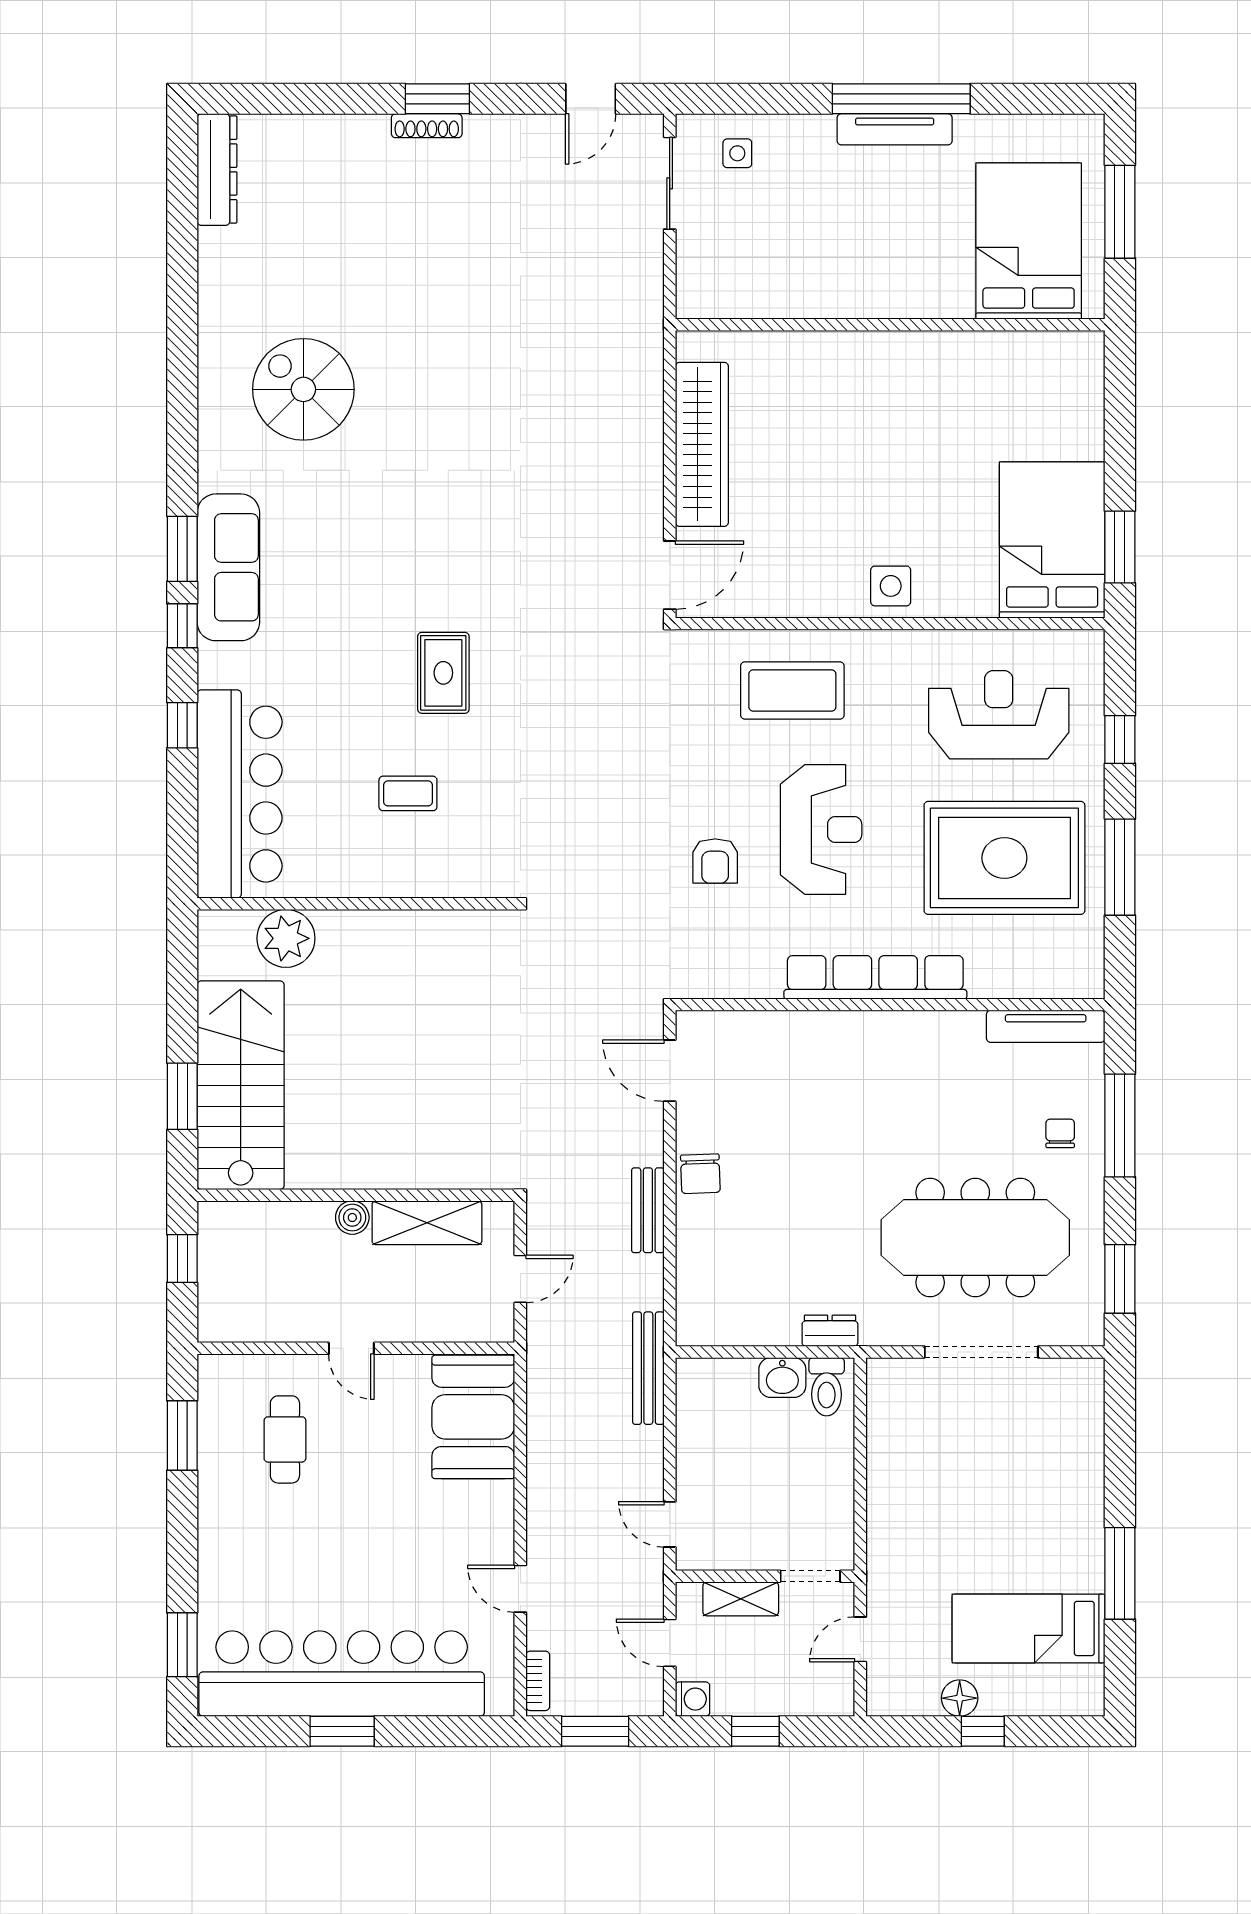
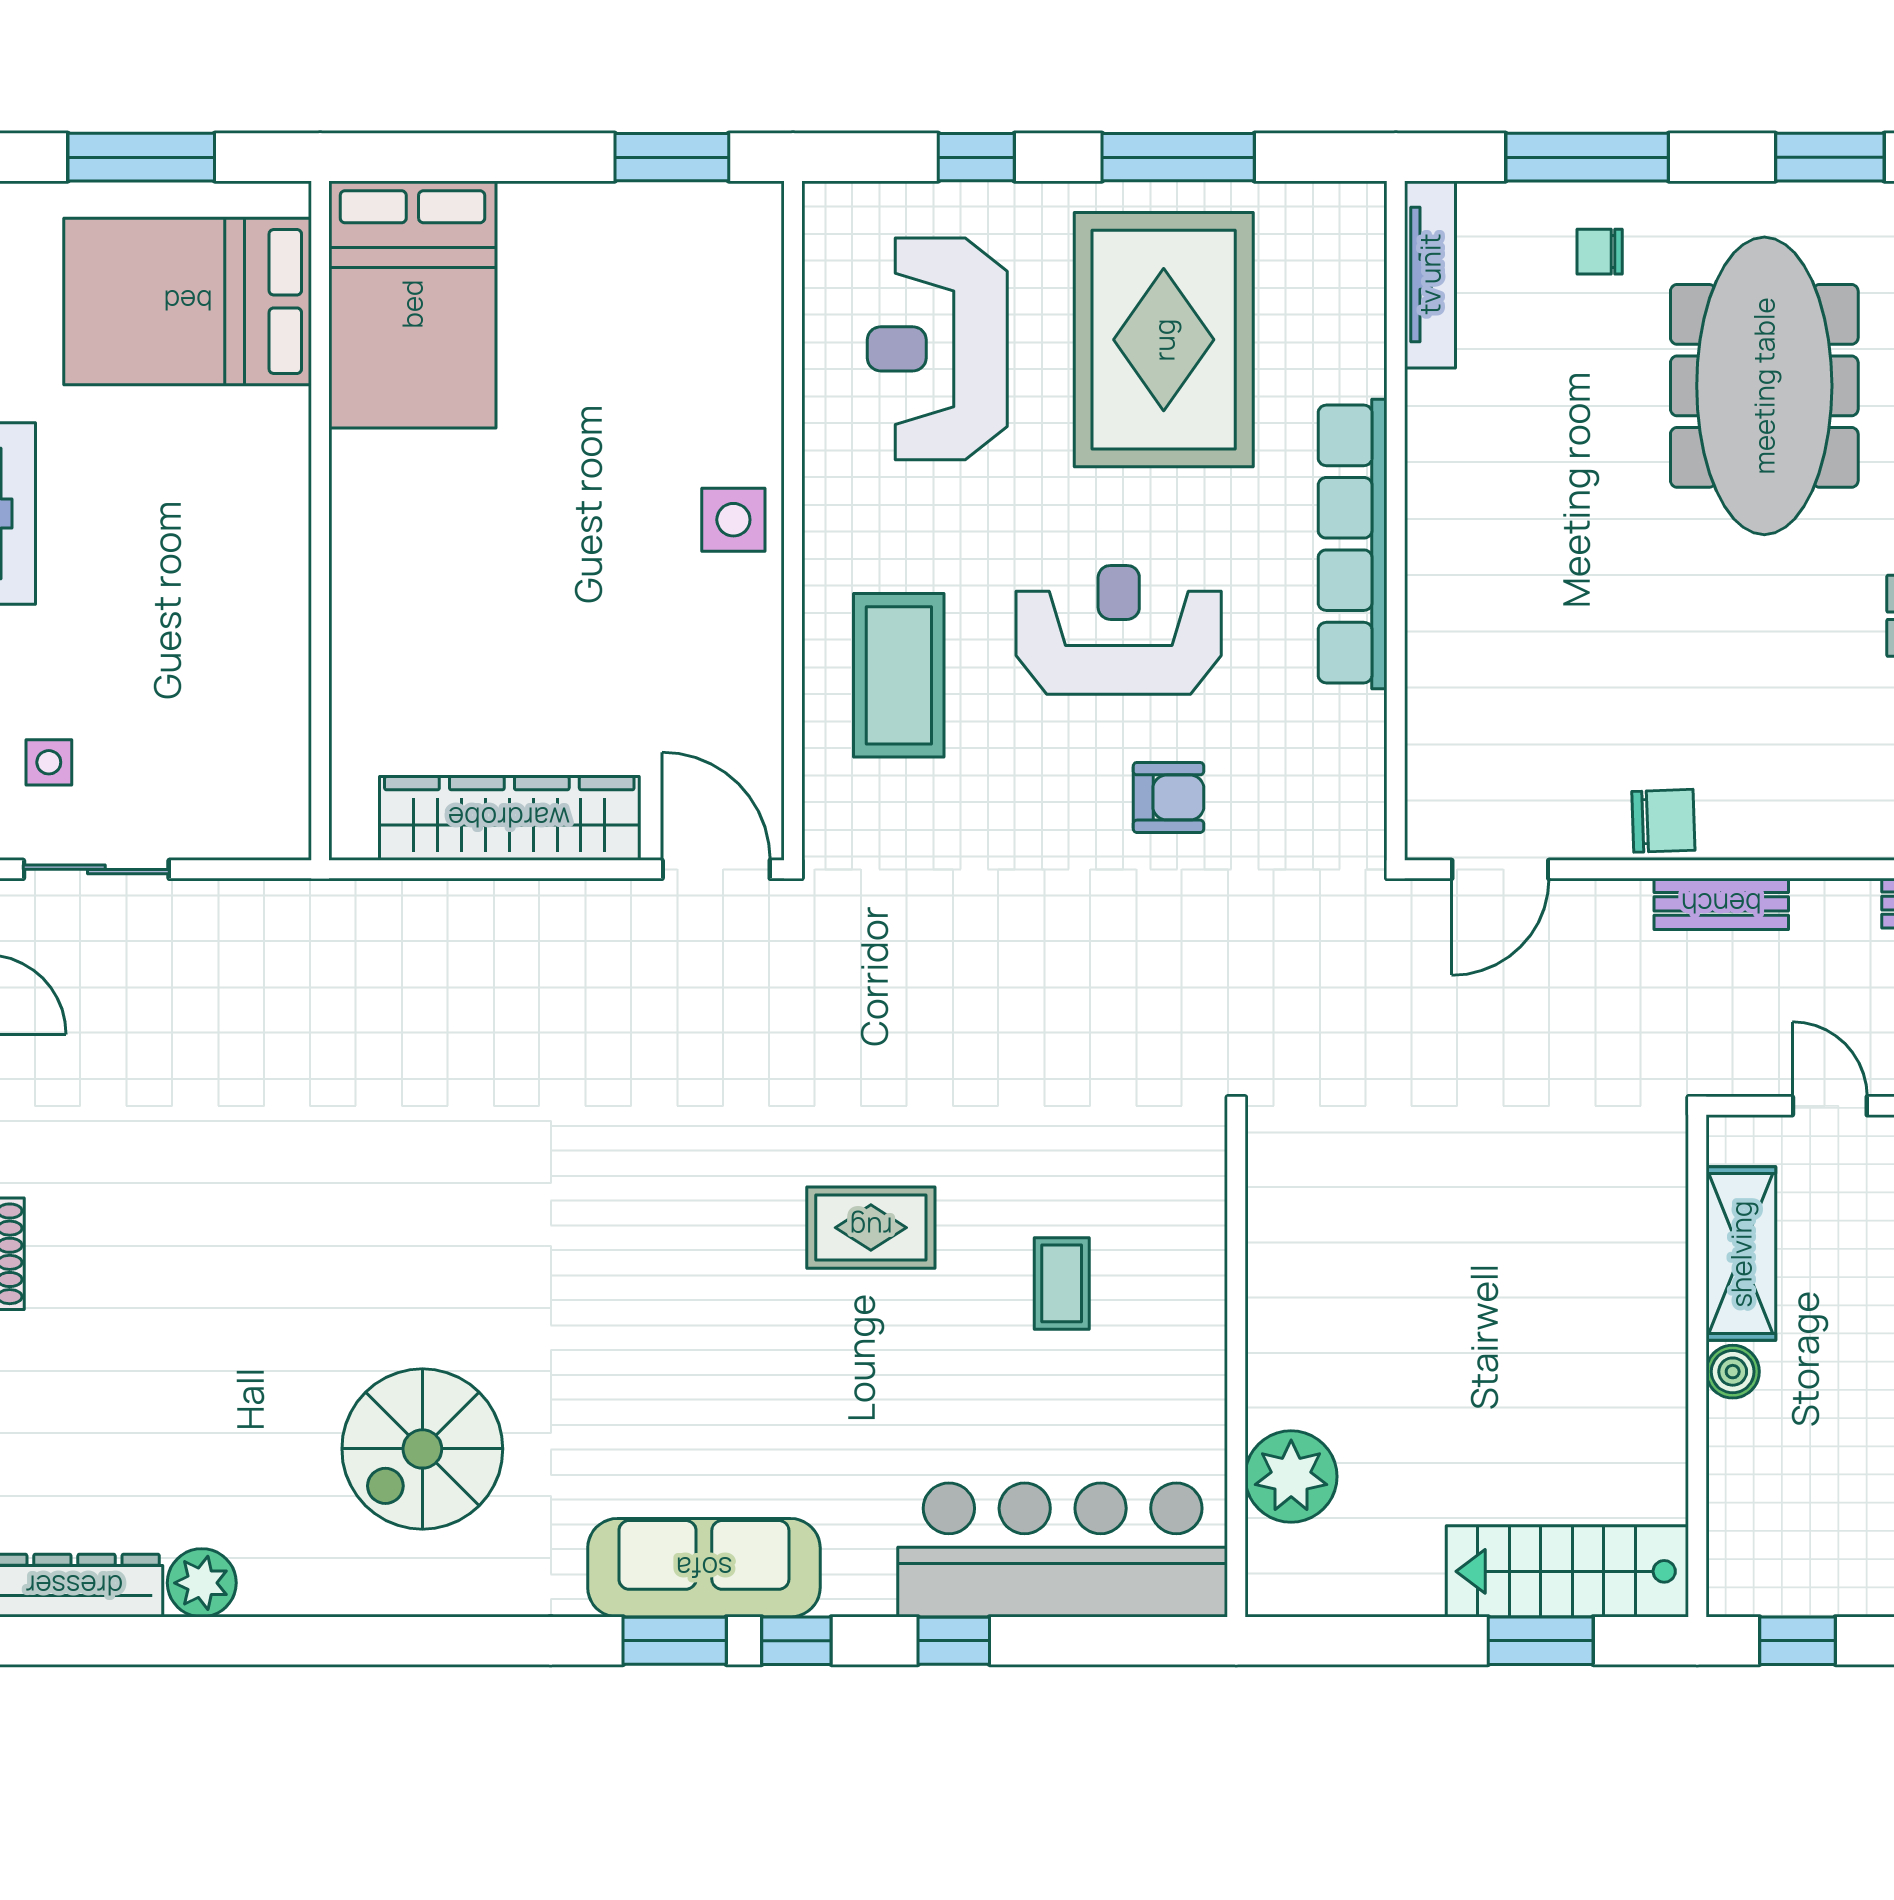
plant: (219, 250) -> (202, 1583), added
bed: (1052, 540) -> (412, 304), moved, turned -90
stairs: (241, 1085) -> (1567, 1571), width x0.73, depth x0.66

